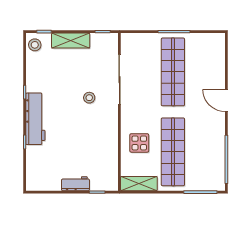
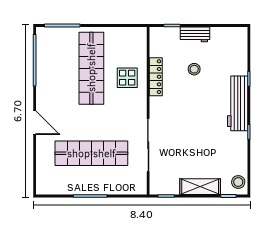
shop shelf: (173, 72) -> (91, 153), turned 90
stool: (89, 98) -> (194, 69), moved
locker: (112, 144) -> (156, 77), added
shelving: (139, 184) -> (128, 35), removed

